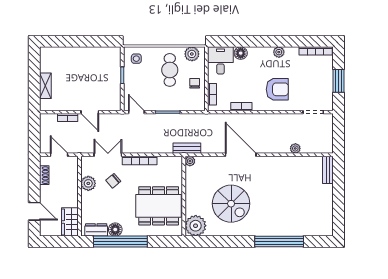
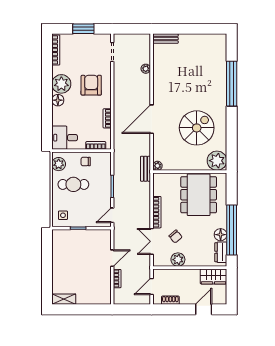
plant: (279, 52) -> (61, 84), width x1.87, depth x1.87
floor lamp: (241, 53) -> (58, 100), moved
shelving: (45, 86) -> (64, 299), moved

